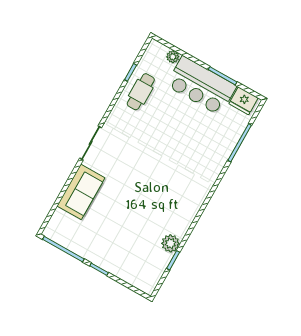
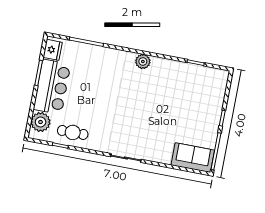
plant: (173, 57) -> (41, 122), width x1.87, depth x1.87
sofa: (81, 192) -> (193, 158), moved
plant: (170, 243) -> (143, 61), moved

